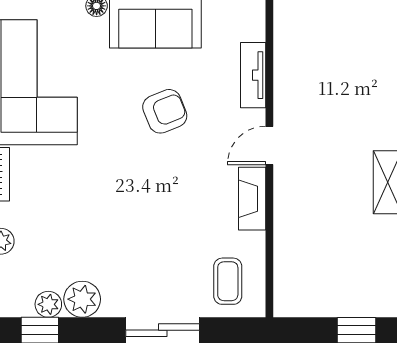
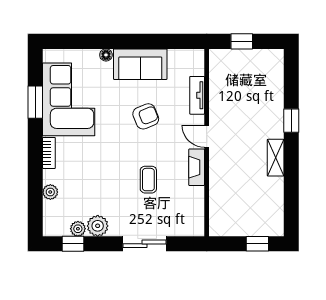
door: (269, 145) -> (207, 136), hinge flipped
coffee table: (228, 281) -> (148, 180), moved

